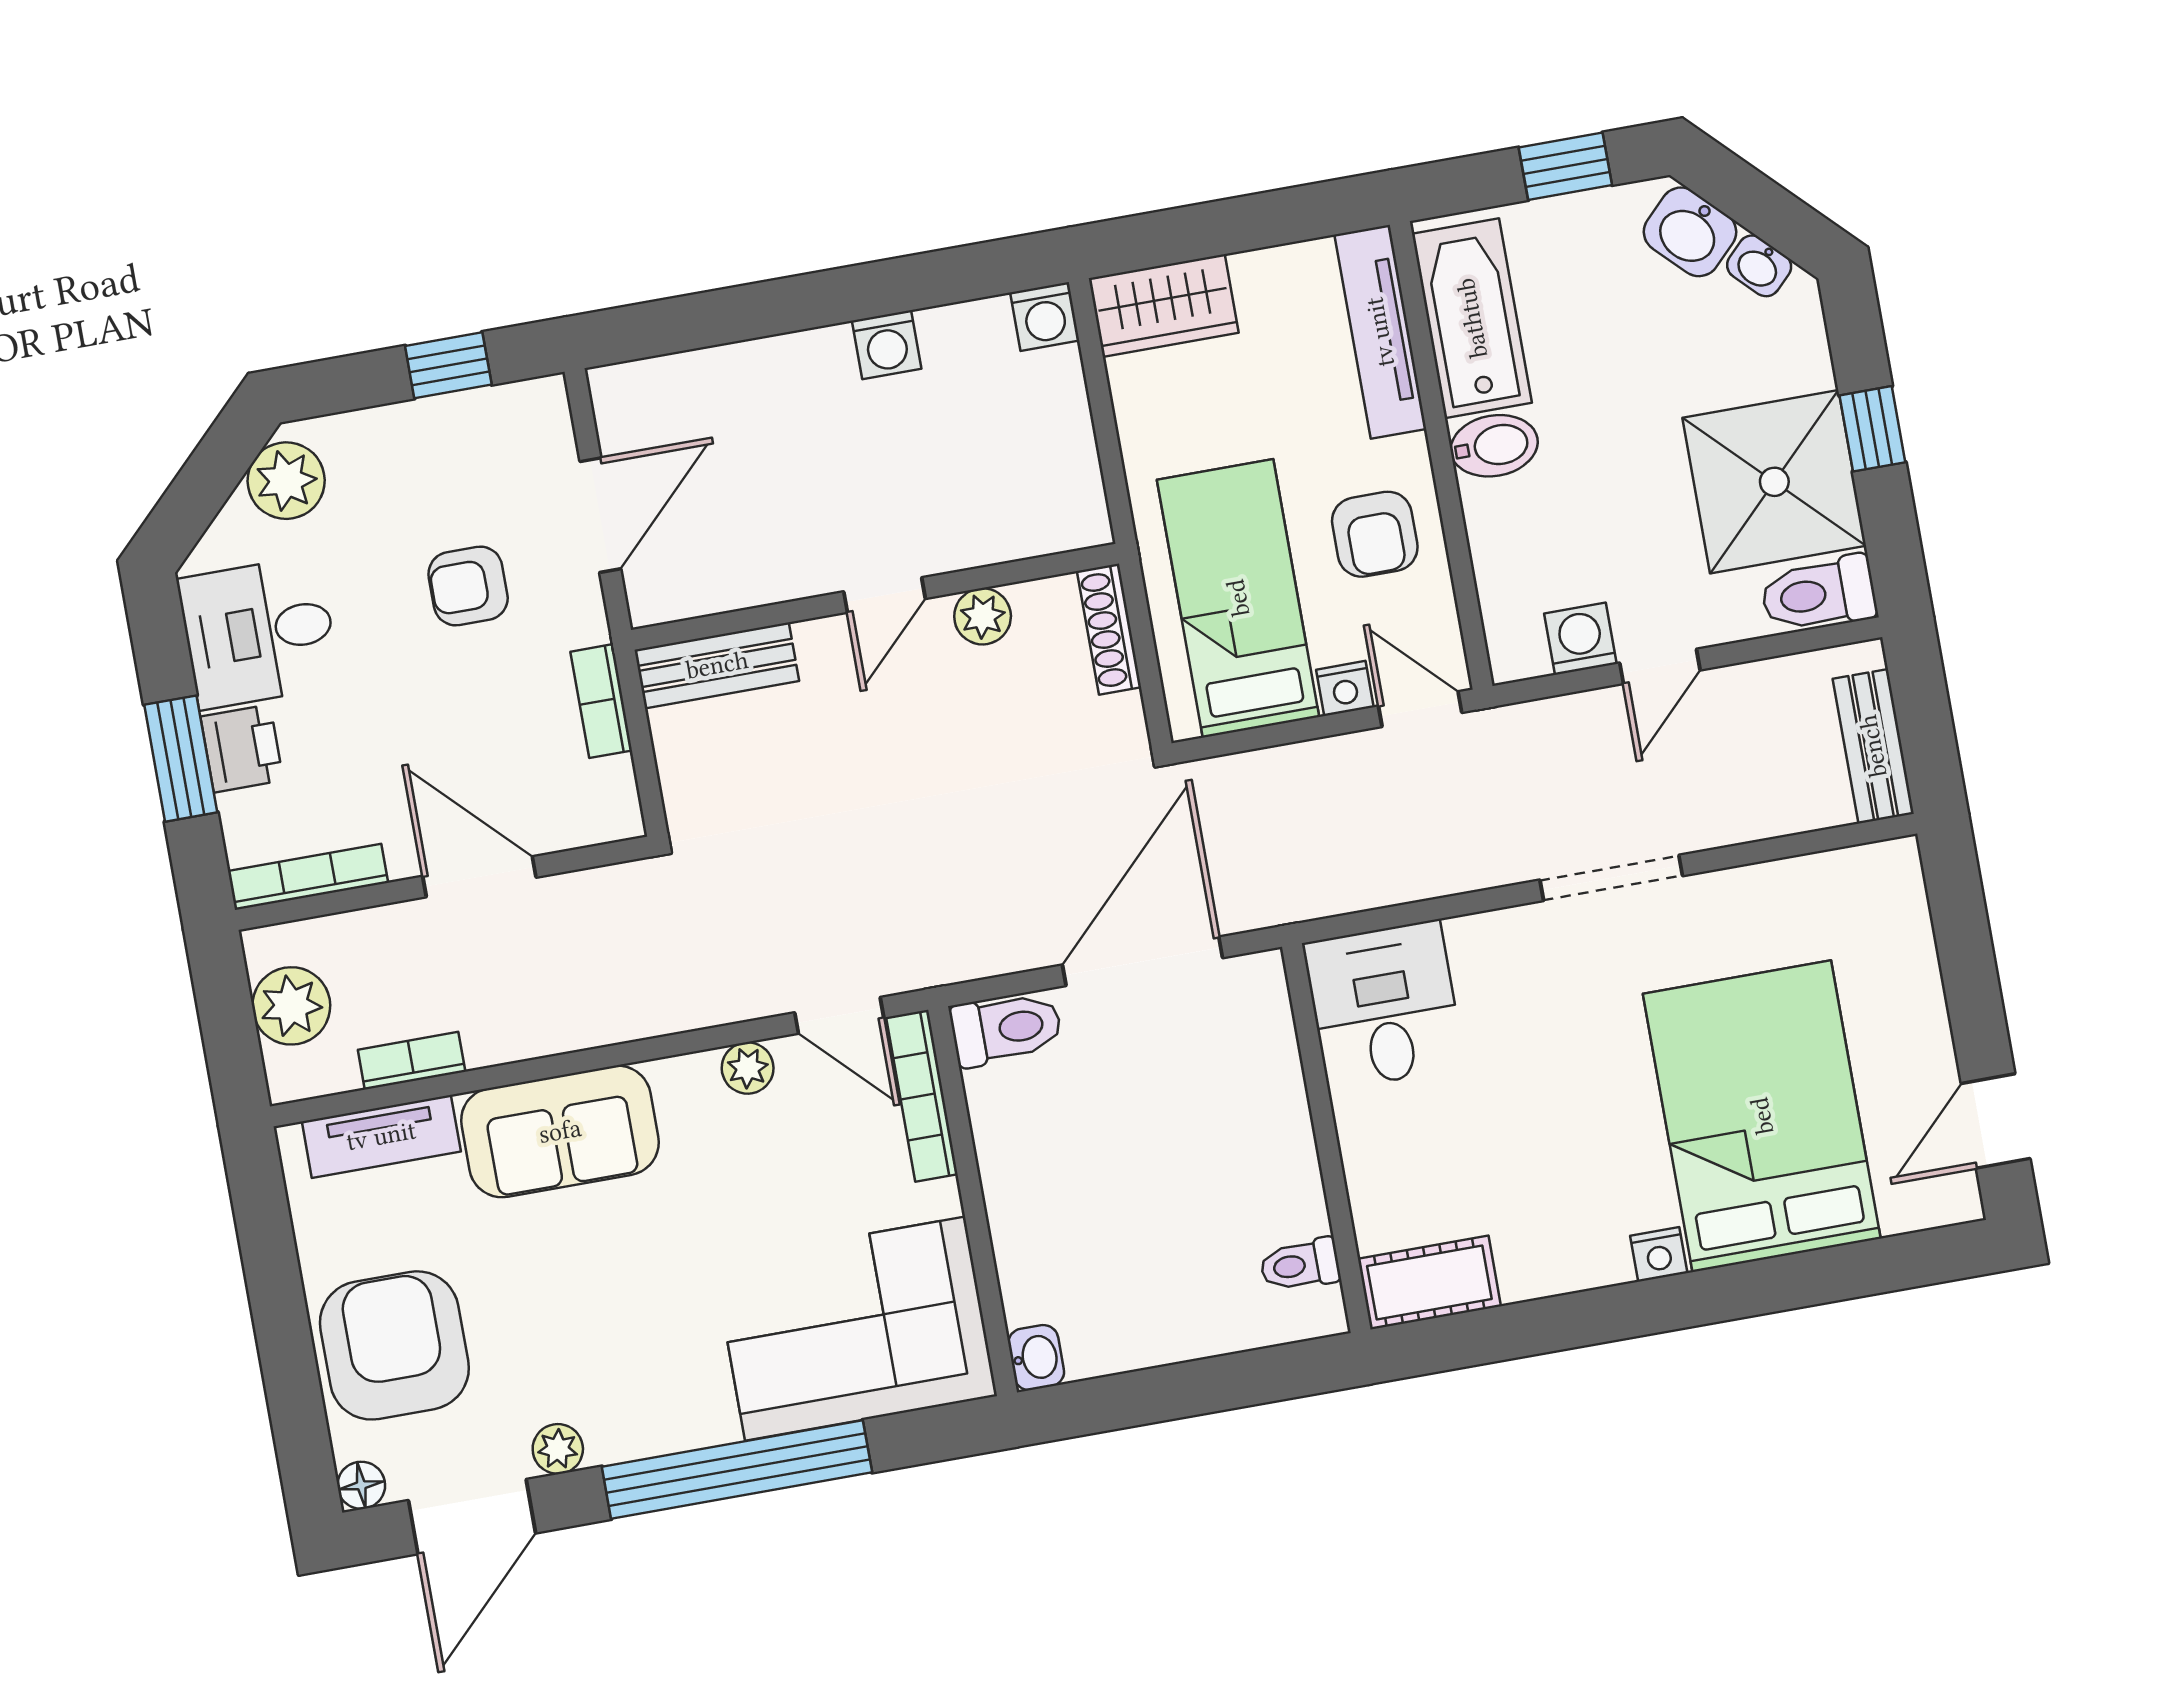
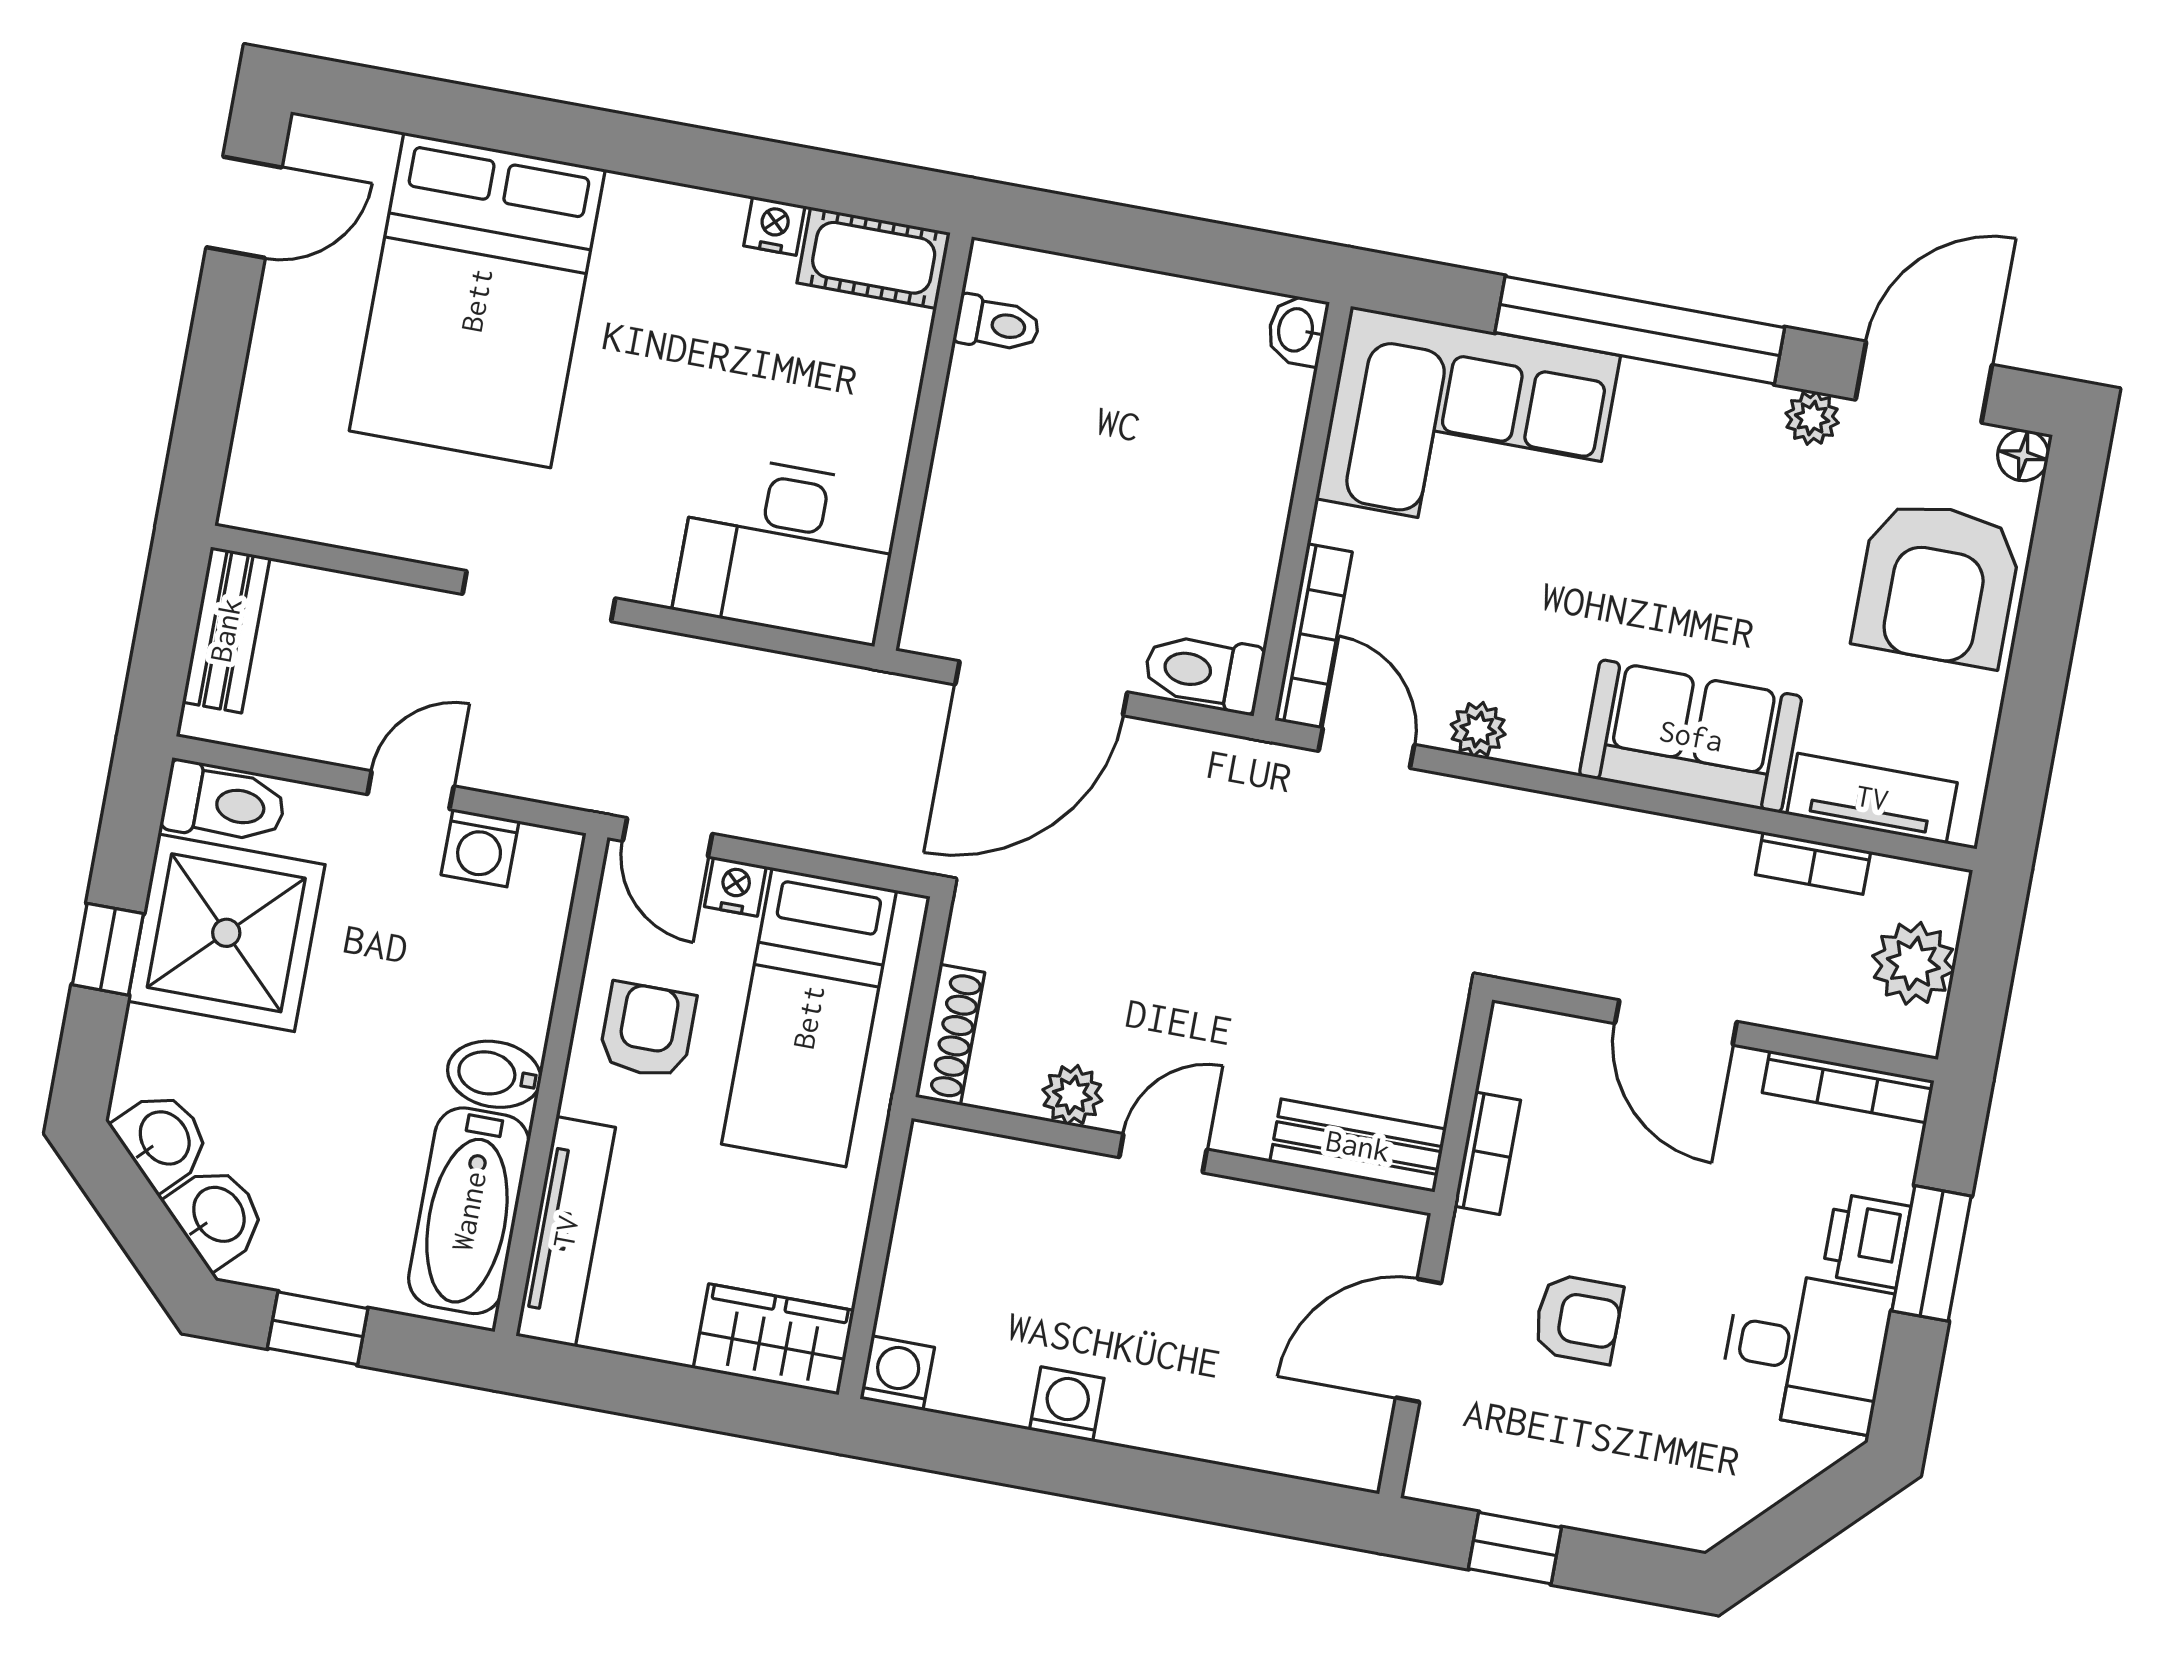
washbasin: (1759, 266) -> (163, 1139), width x1.38, depth x1.45
plant: (286, 481) -> (1721, 1493), removed
desk: (1384, 1005) -> (788, 549), width x1.37
nightstand: (1659, 1254) -> (774, 226), moved

